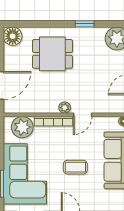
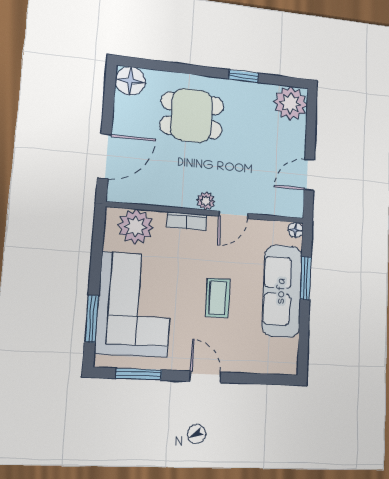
bookcase: (53, 121) -> (187, 221), width x0.64
coffee table: (75, 167) -> (218, 298), turned 90

